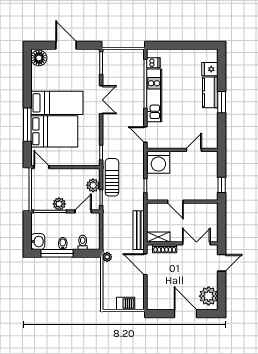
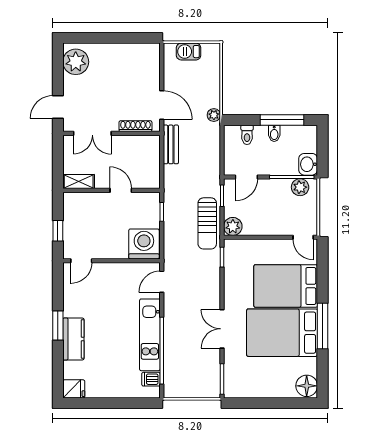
door: (66, 45) -> (270, 403), removed
fridge: (210, 69) -> (74, 389), moved
bed: (57, 103) -> (282, 333), width x1.50
window: (27, 125) -> (322, 326), moved
door: (145, 135) -> (162, 282), swing flipped
door: (194, 150) -> (81, 261), moved
plant: (93, 185) -> (233, 226), moved
window: (222, 185) -> (58, 231), moved
plant: (59, 204) -> (300, 187), moved
bench: (139, 230) -> (171, 144), width x0.73
shelving: (158, 237) -> (79, 182), moved
washbasin: (38, 242) -> (308, 164), moved
door: (185, 314) -> (107, 38), removed

